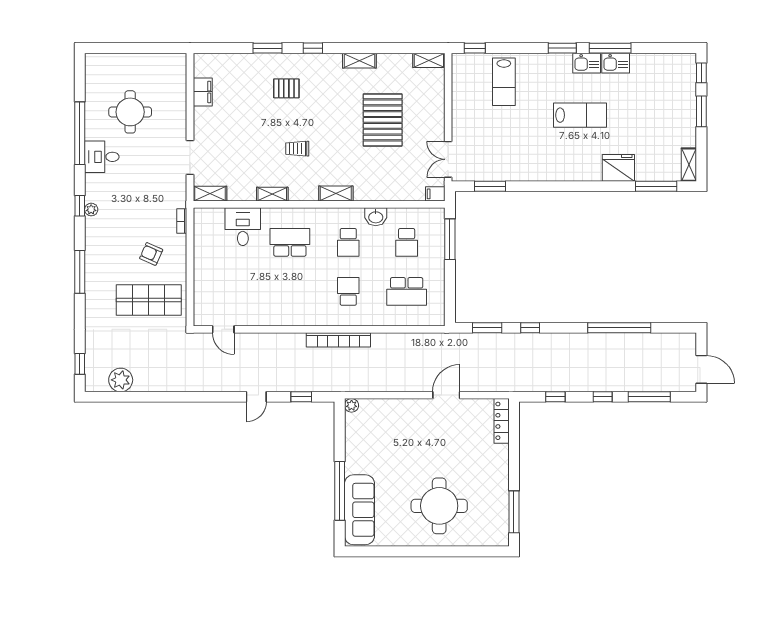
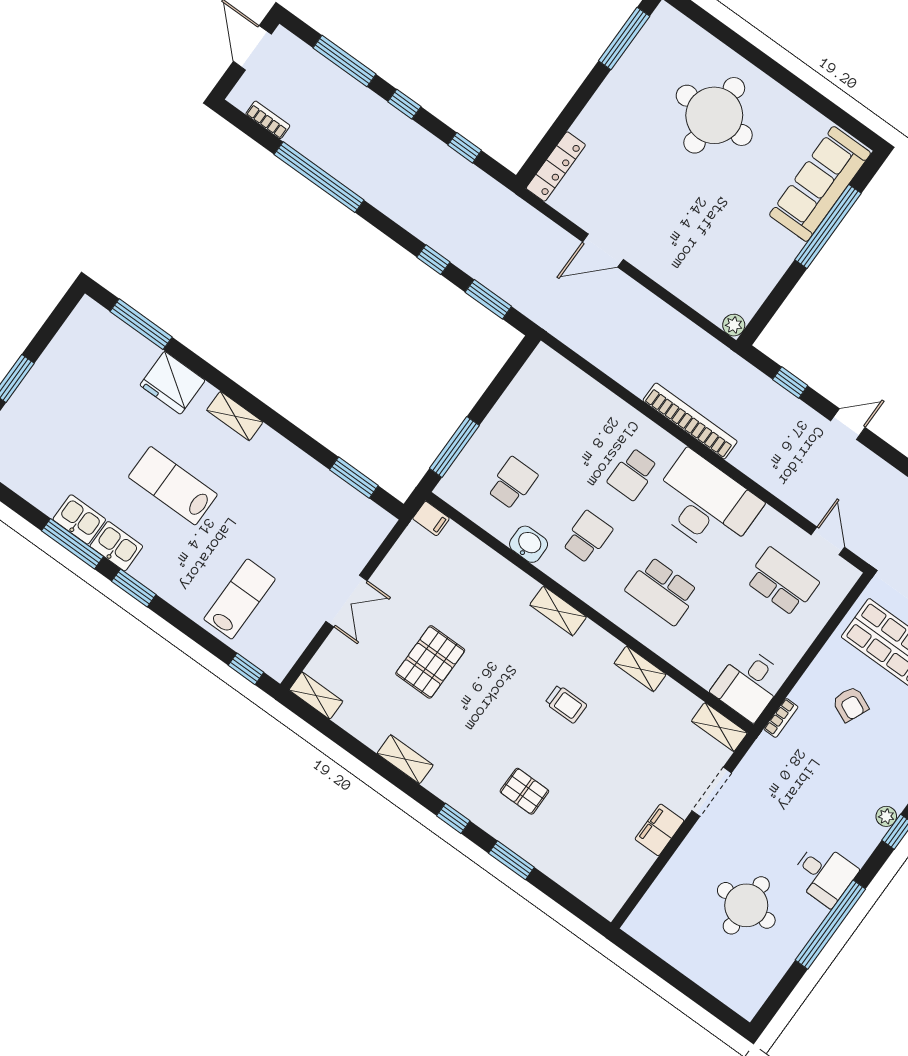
filing cabinet: (203, 92) -> (660, 830), moved
pallet: (383, 120) -> (430, 662), width x0.73, depth x0.71
double door: (448, 159) -> (347, 601), moved
shelving: (689, 165) -> (235, 416), moved, turned 90
desk: (243, 227) -> (749, 684), moved
school desk: (407, 291) -> (782, 582), moved
desk: (300, 303) -> (705, 504), added
bookcase: (667, 338) -> (268, 120), added

